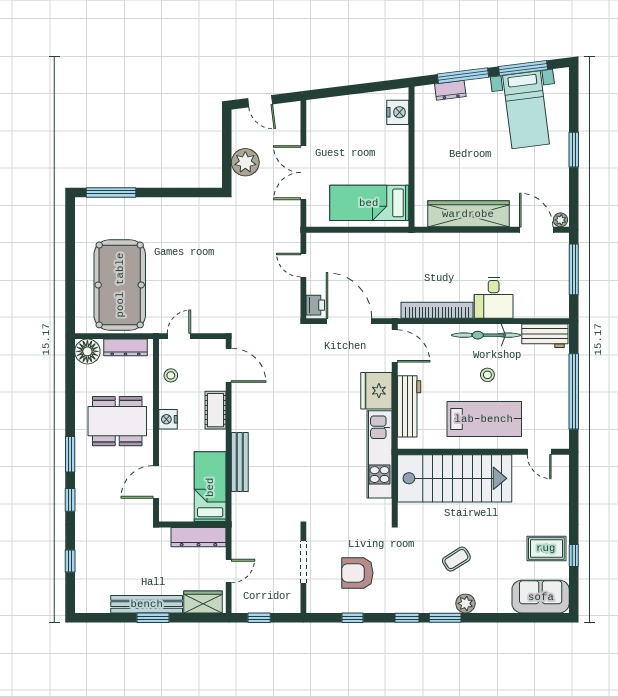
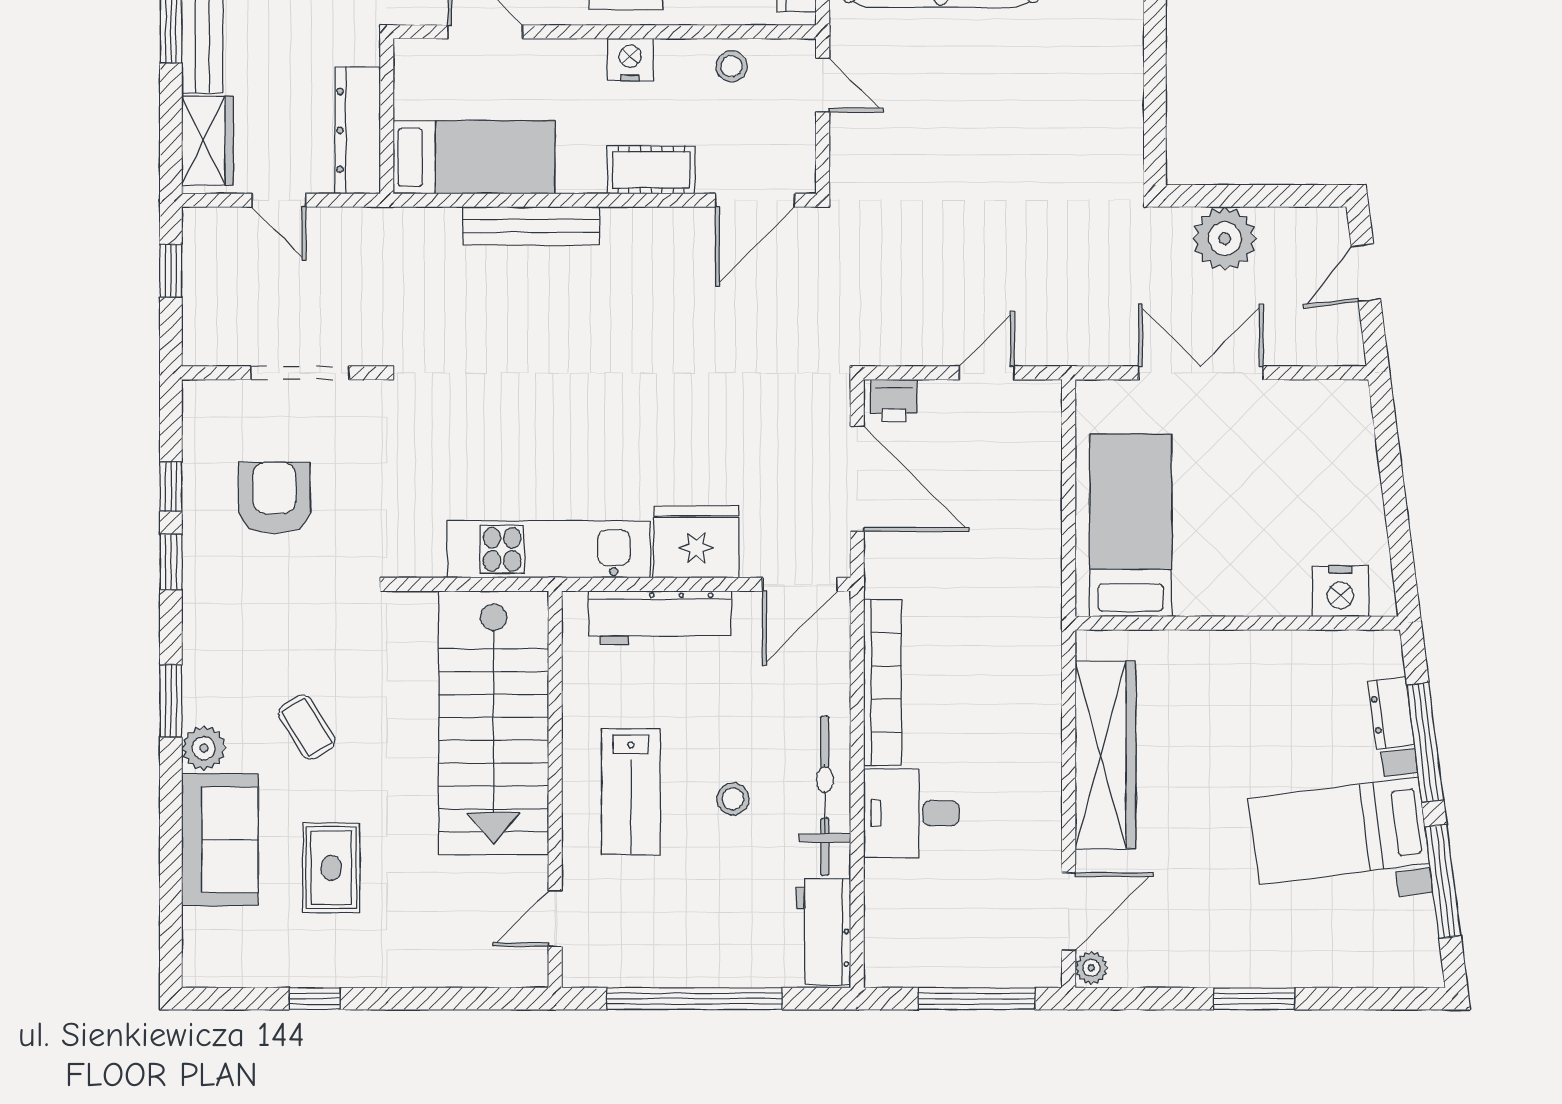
bed with nightstands: (526, 110) -> (1339, 831), moved
door: (349, 321) -> (857, 479), hinge flipped
lab bench: (484, 419) -> (631, 792), width x0.73, depth x0.72
rug: (546, 548) -> (331, 868), moved
sofa: (541, 597) -> (220, 840), moved
window: (407, 618) -> (171, 562), moved

